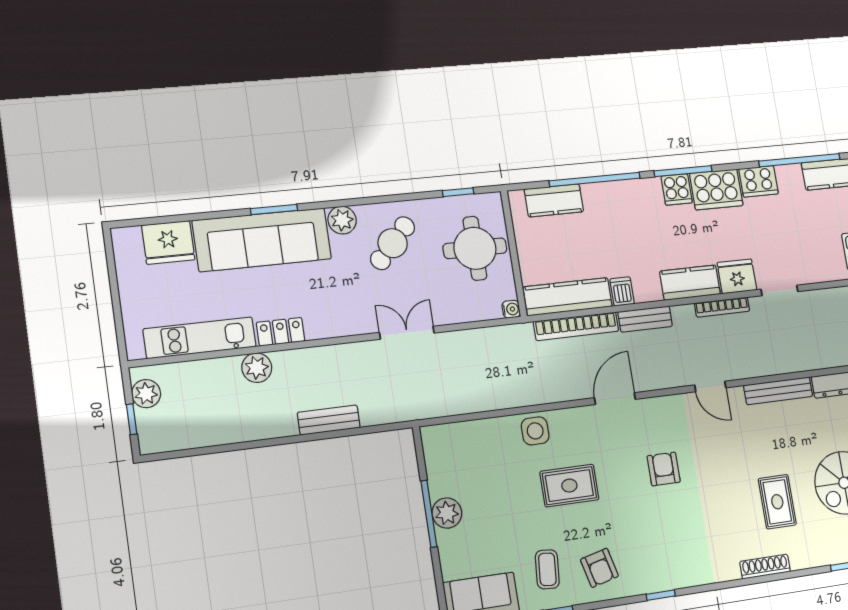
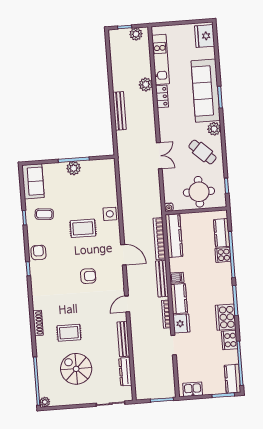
cooker: (677, 189) -> (223, 255), moved
fridge: (168, 242) -> (205, 36), moved
dishwasher: (622, 291) -> (177, 278), moved
bench: (645, 319) -> (162, 279), width x1.36
bench: (329, 420) -> (119, 111), width x1.36
rug: (569, 486) -> (83, 228), turned 90
armchair: (599, 568) -> (38, 253), moved, turned 104

